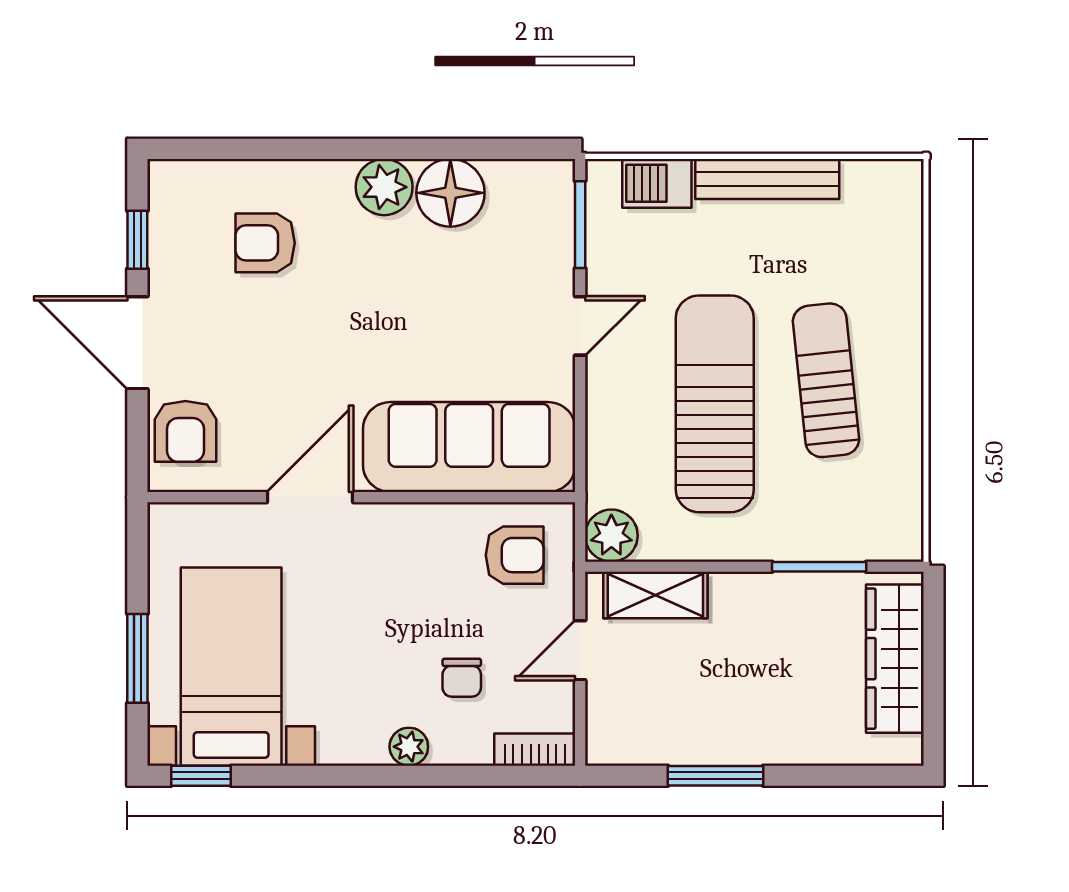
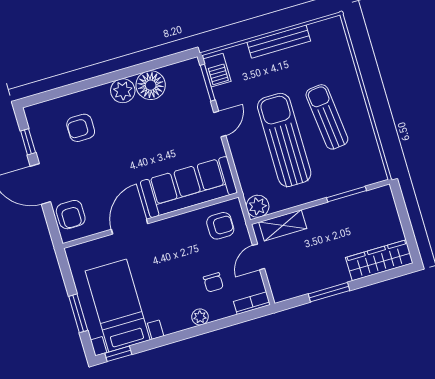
barbecue: (657, 183) -> (217, 70), moved, turned -90
wardrobe: (895, 659) -> (379, 260), moved, turned 90

